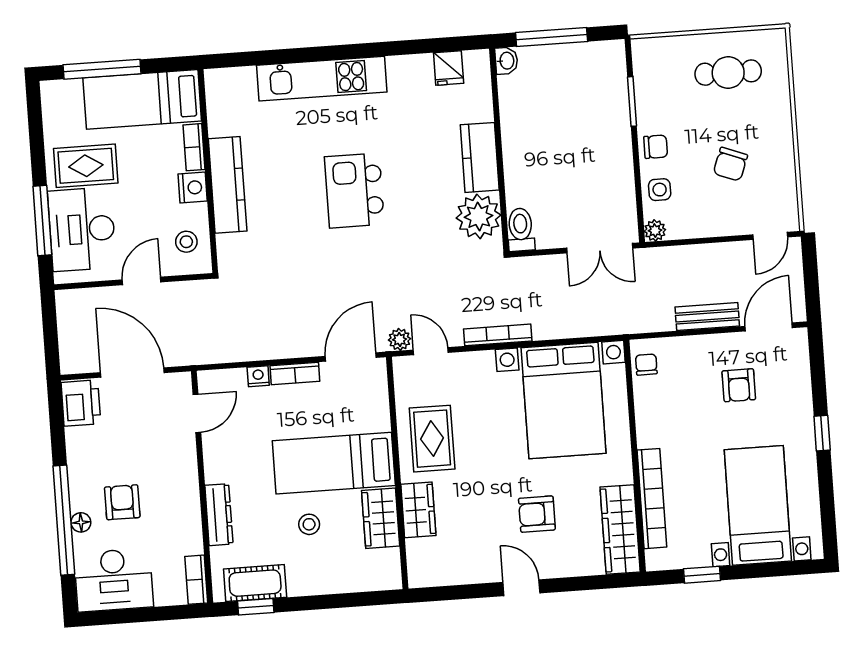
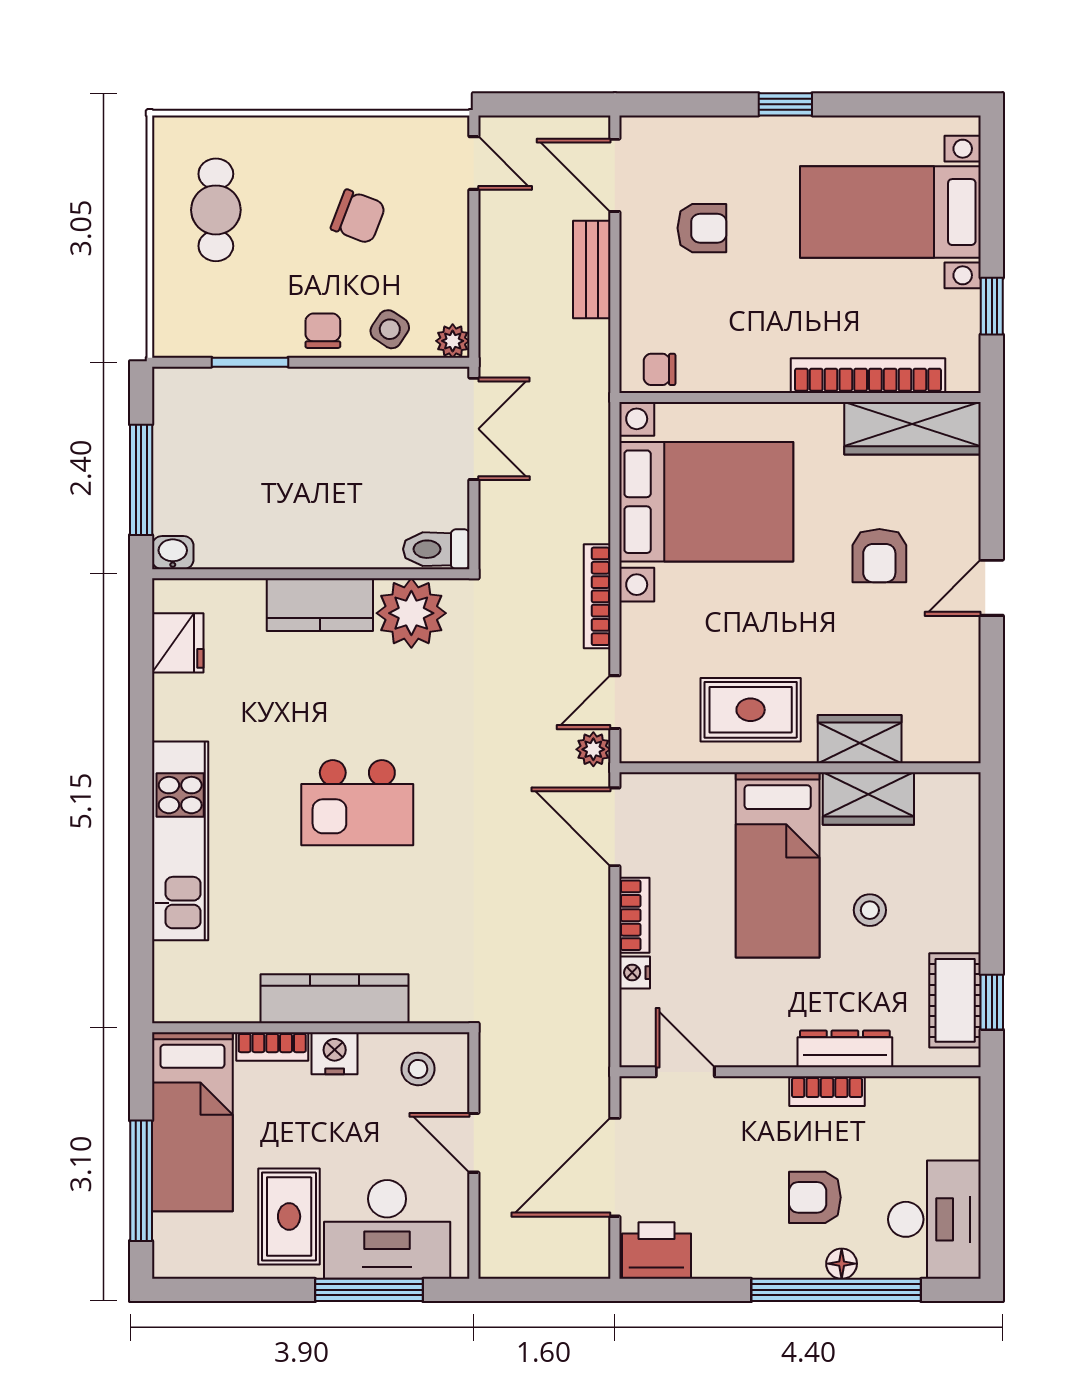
fridge: (449, 68) -> (178, 643), width x1.38
side table: (660, 190) -> (390, 329), turned 34
bookcase: (196, 580) -> (827, 1091), moved

